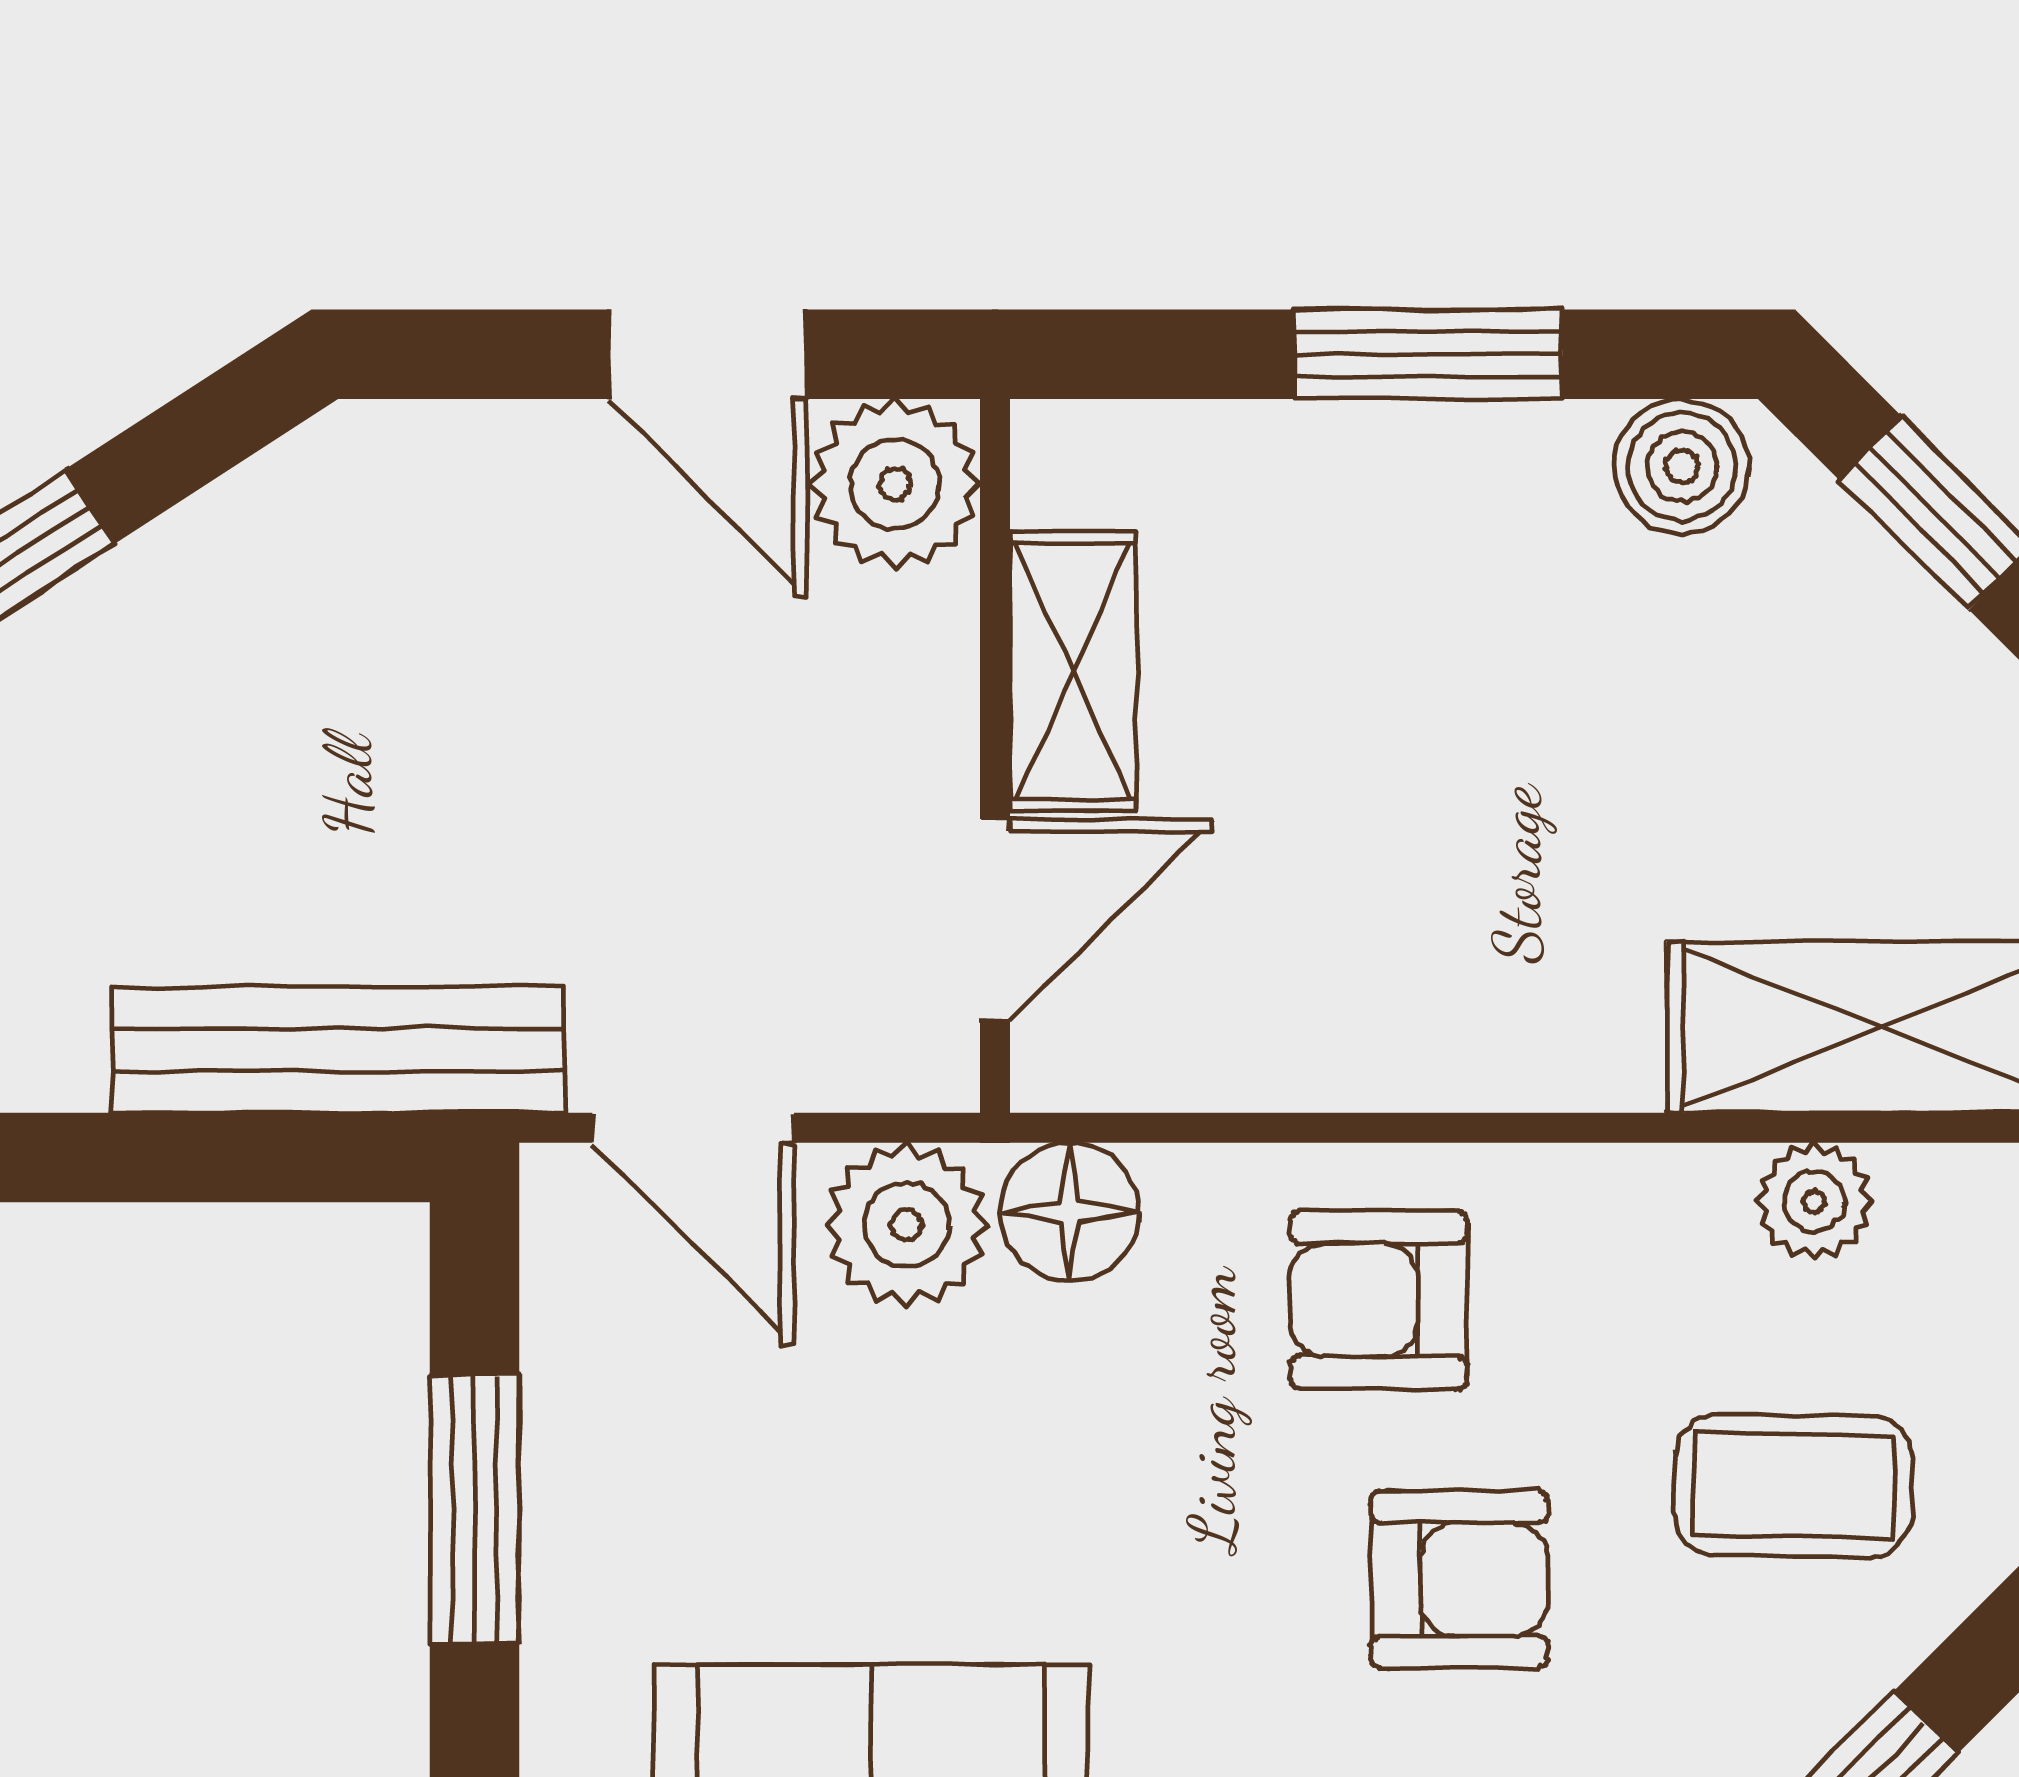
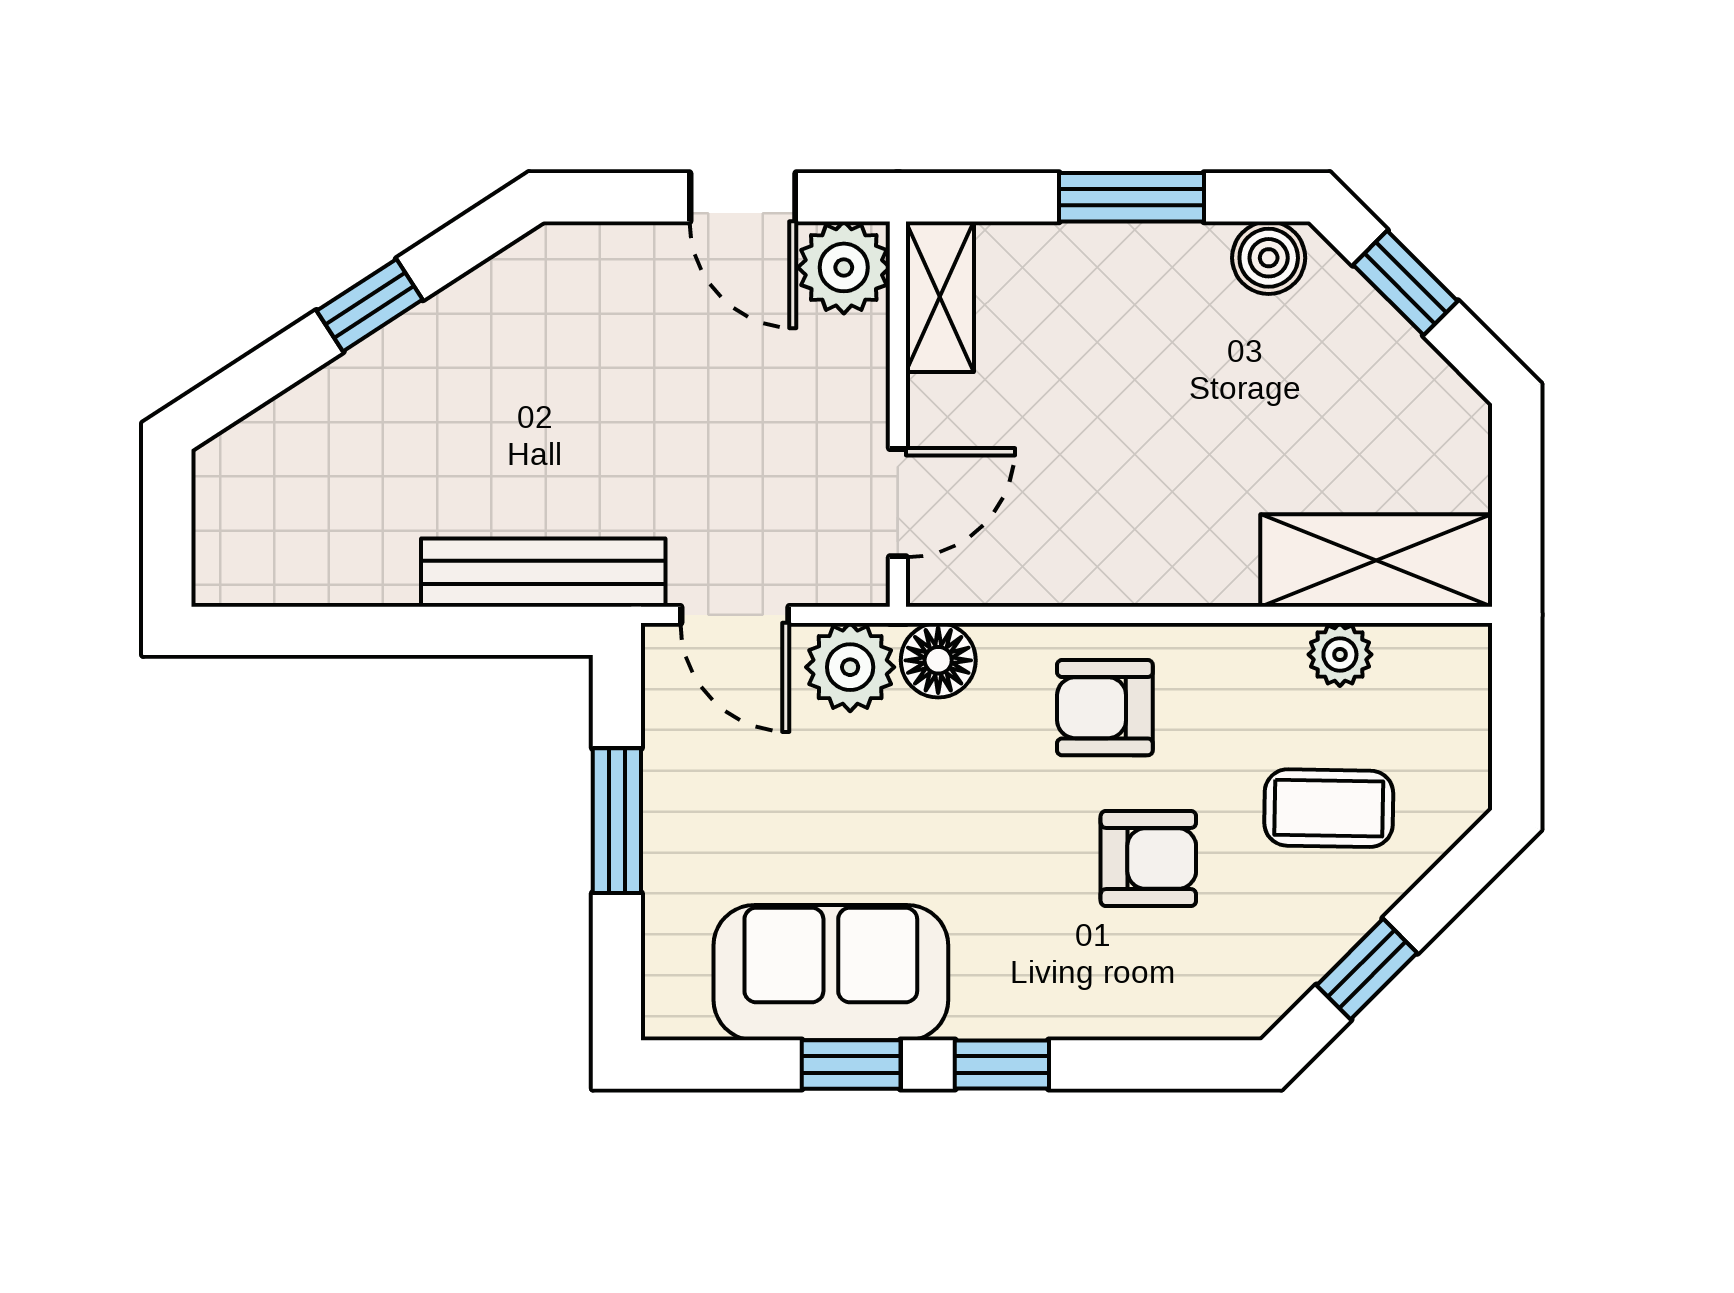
shelving: (1073, 671) -> (940, 297), moved

